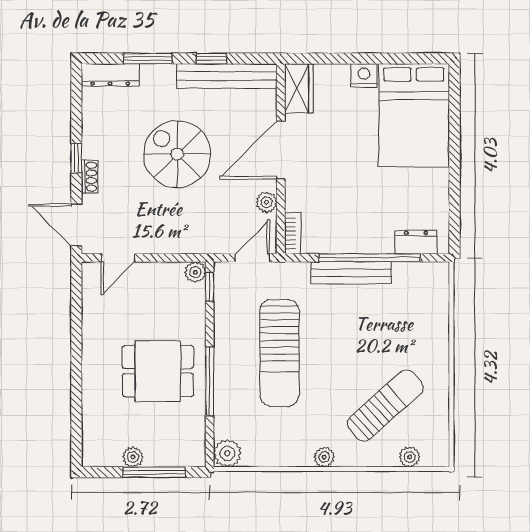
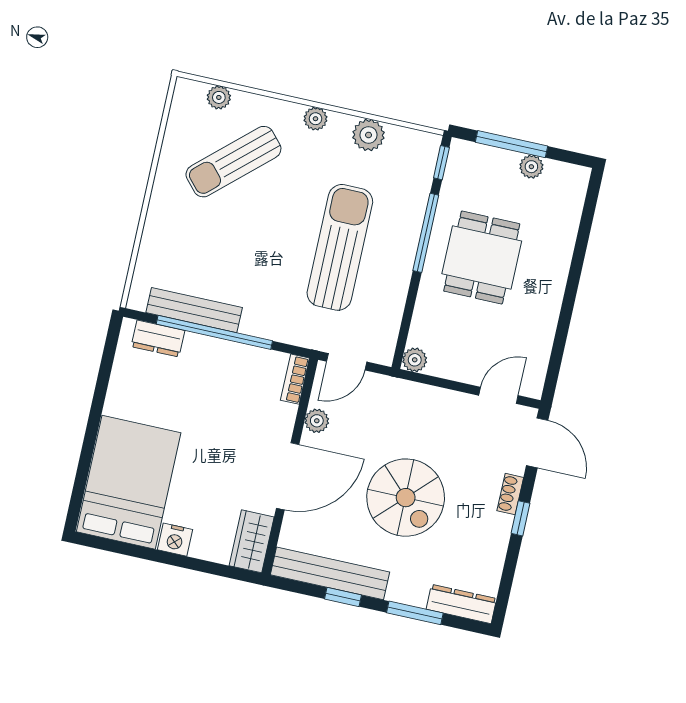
bench: (351, 273) -> (194, 310), moved
window: (210, 287) -> (441, 163), moved
dining table: (158, 371) -> (482, 257), turned 90
plant: (227, 453) -> (369, 135), moved

